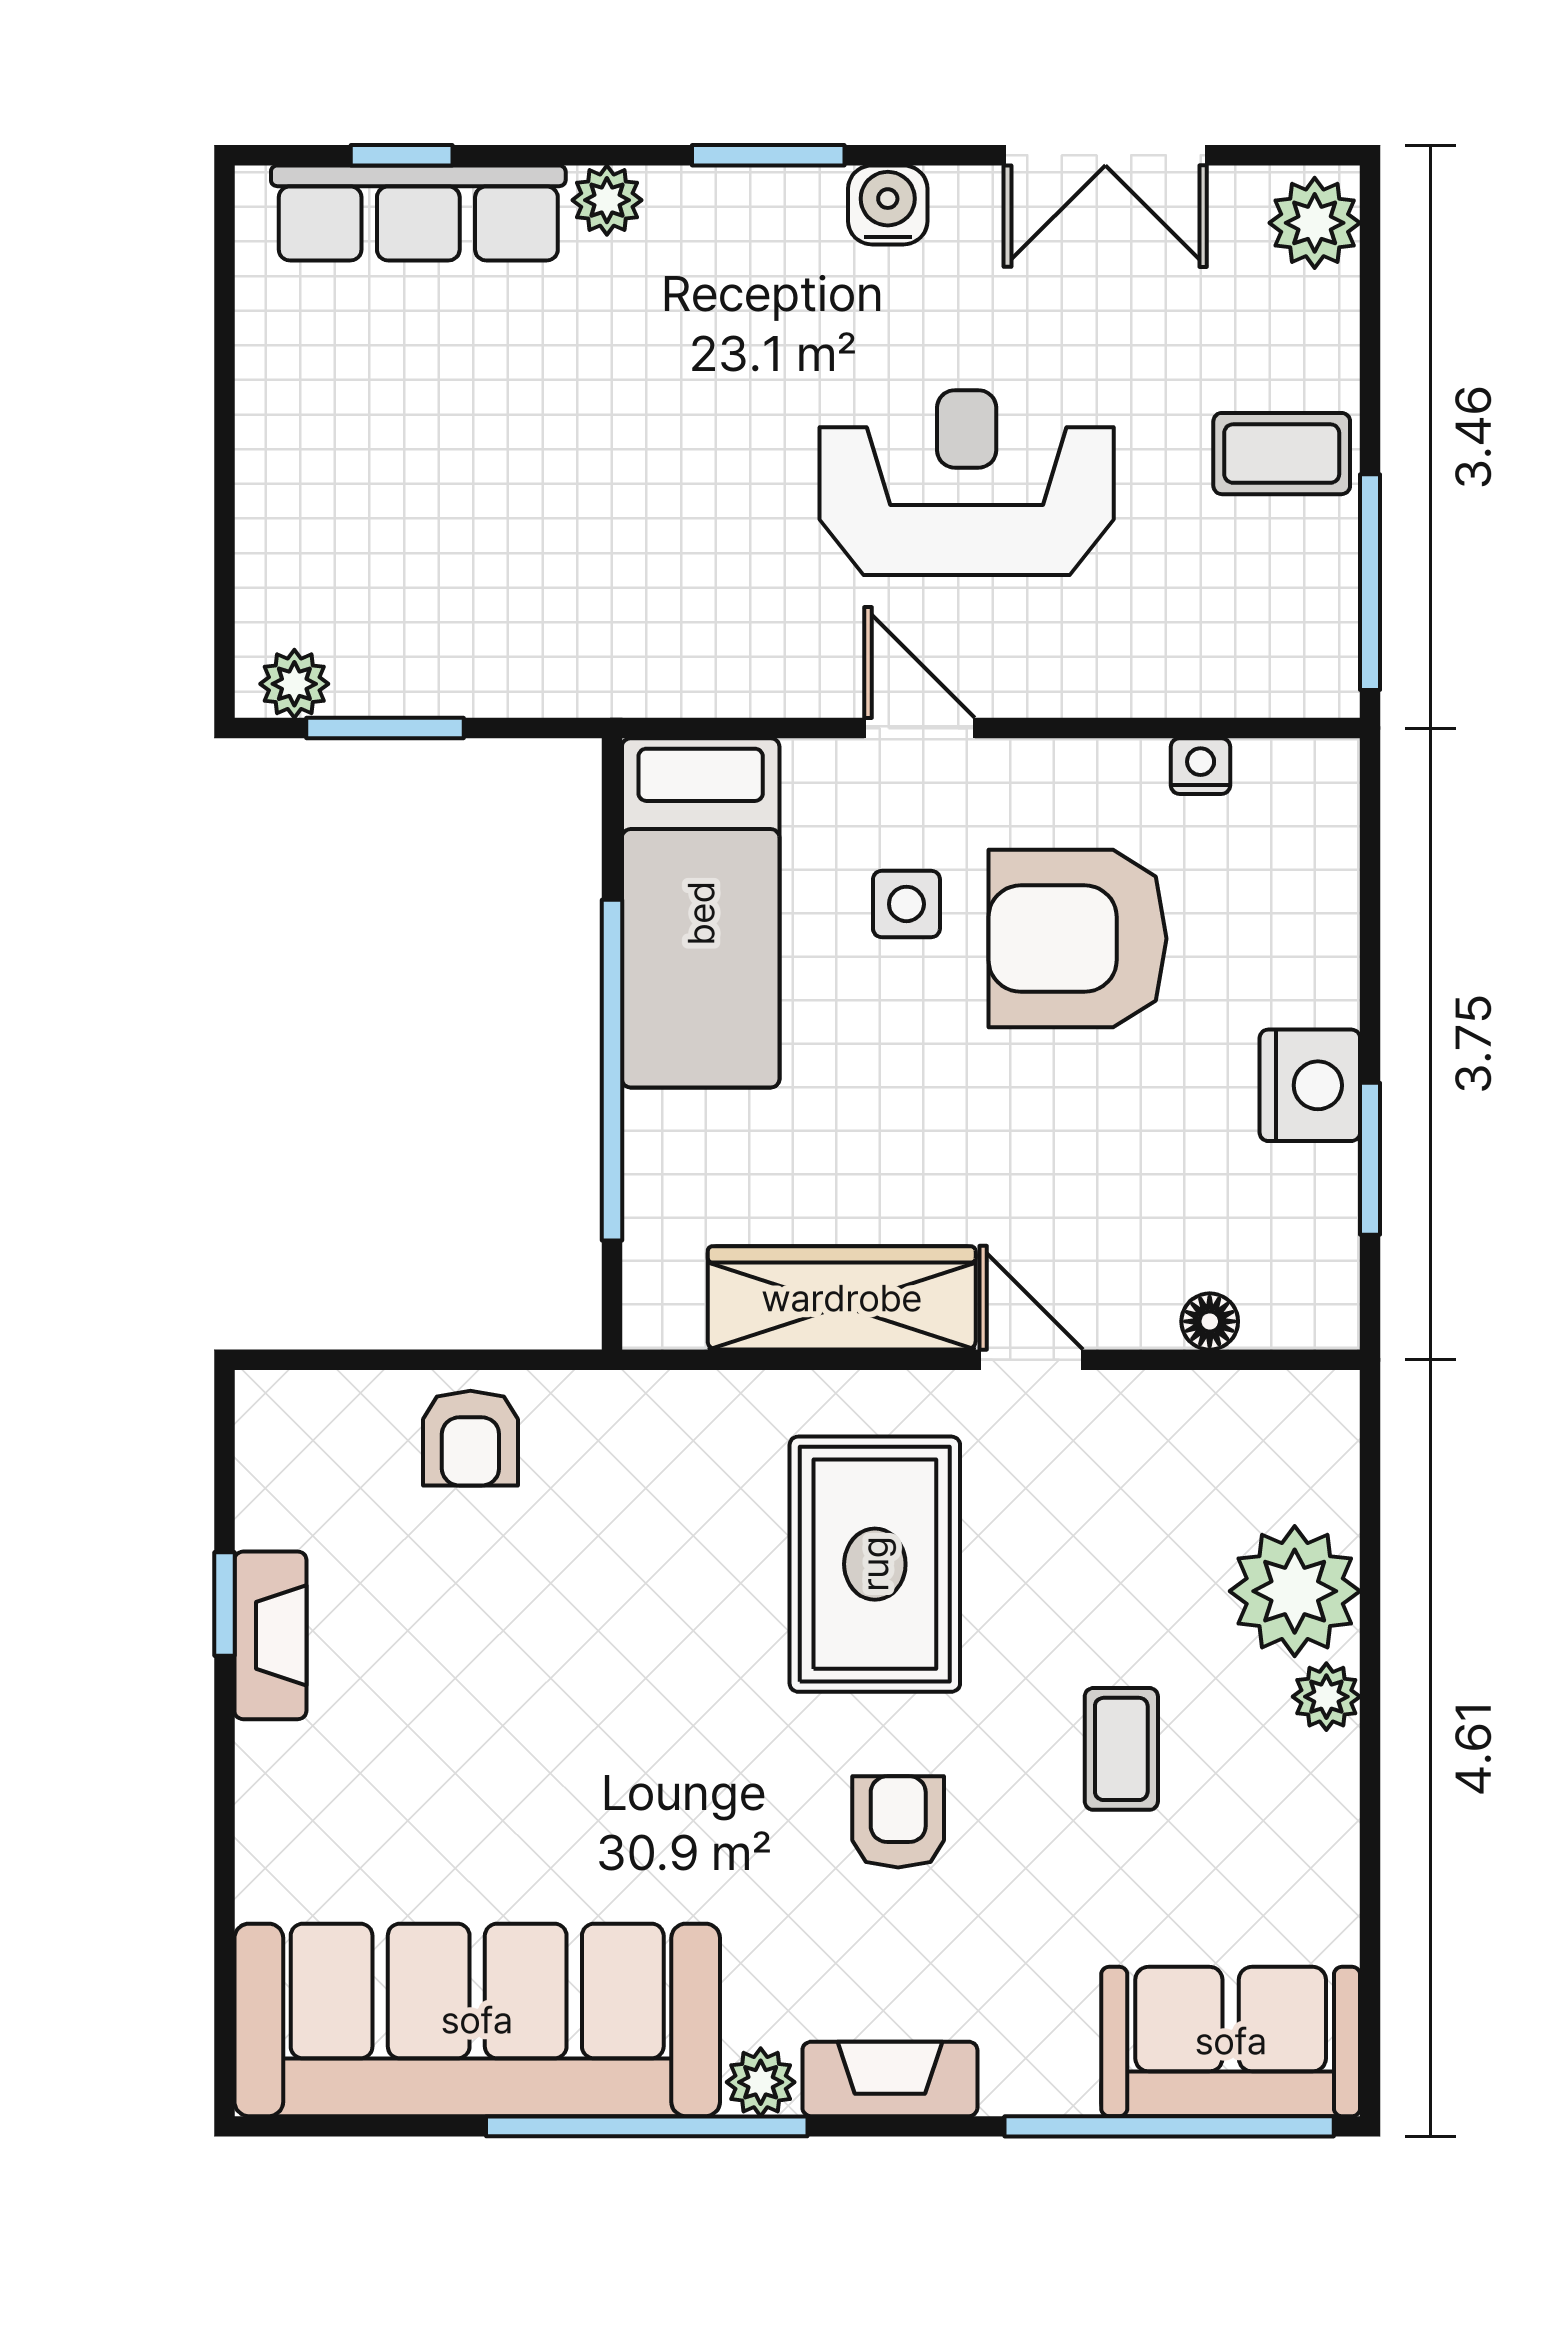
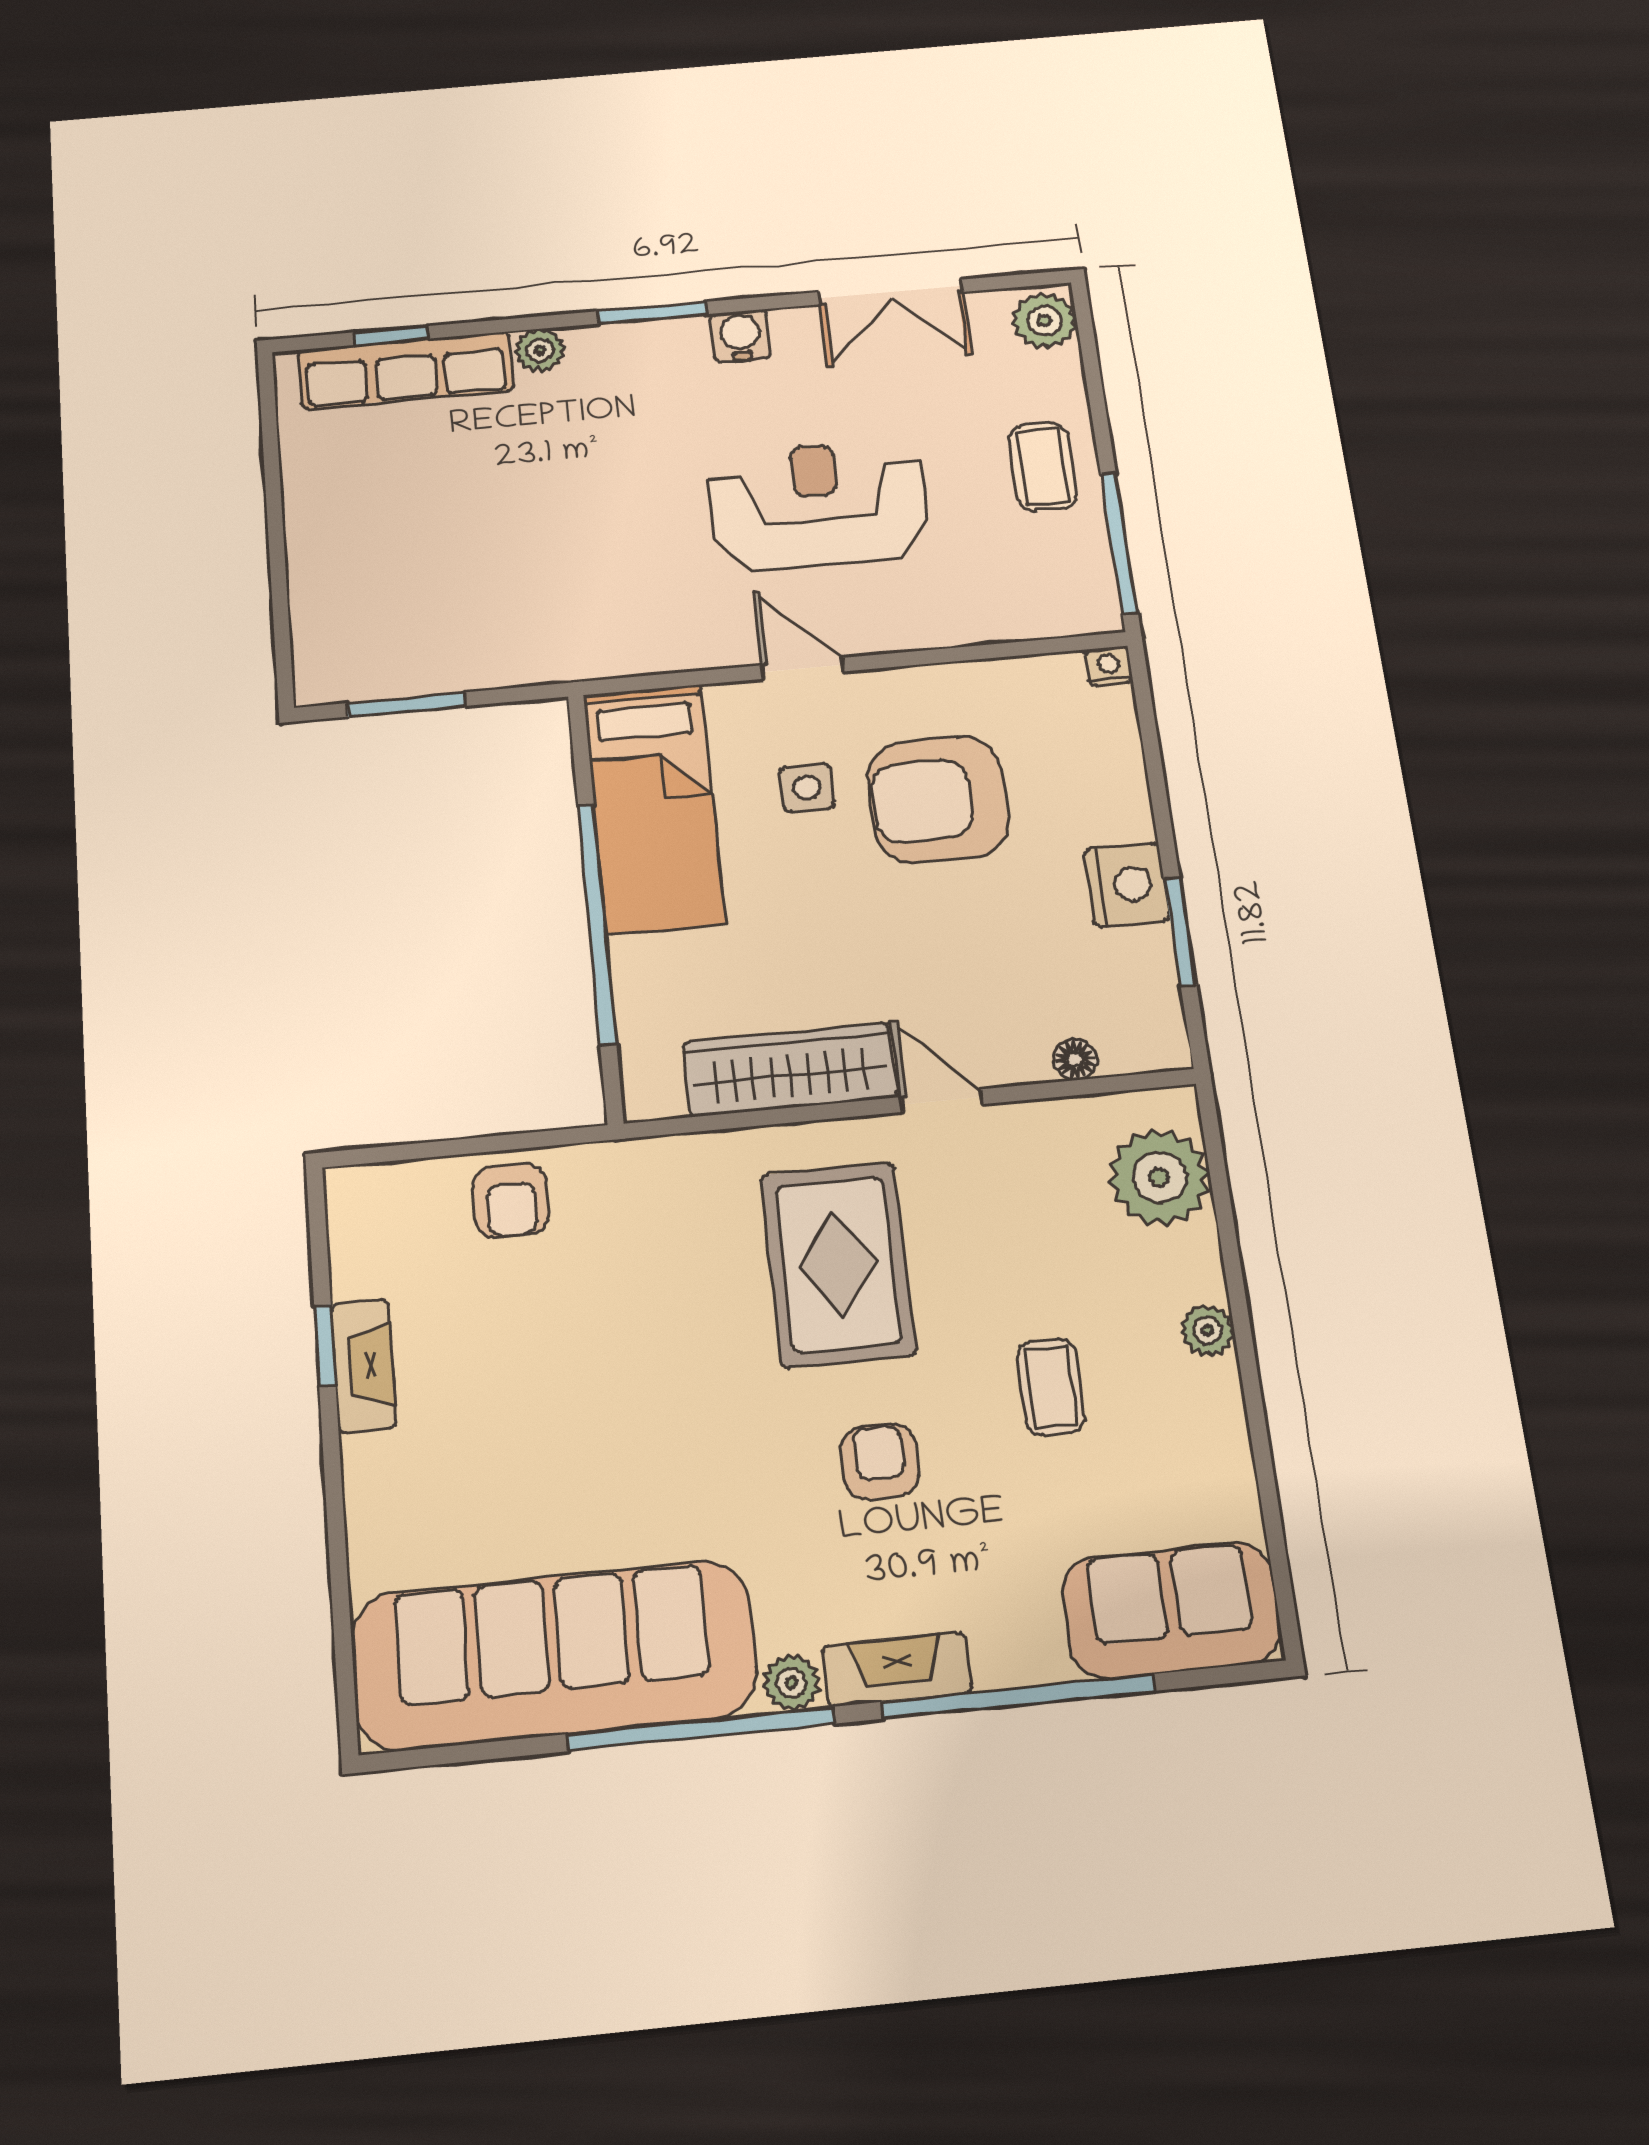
coffee table: (1282, 454) -> (1043, 466), turned 90
plant: (294, 684) -> (337, 681), removed
nightstand: (1201, 766) -> (1109, 666), moved
plant: (1295, 1591) -> (1159, 1177), moved
window: (1169, 2126) -> (1018, 1696), moved

